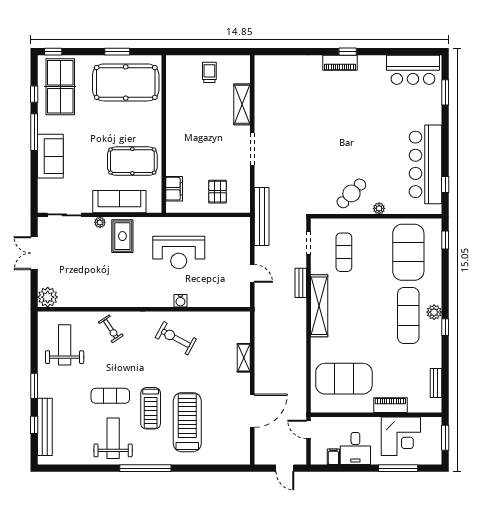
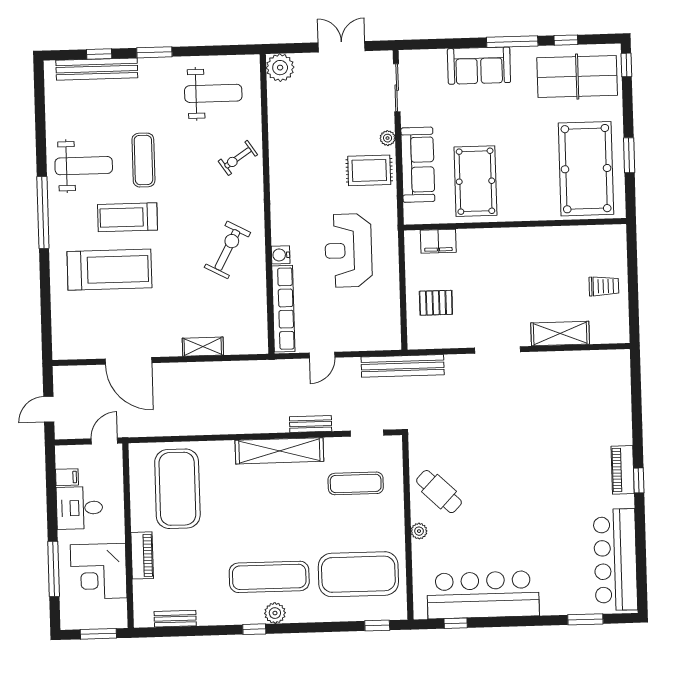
bar counter: (413, 70) -> (615, 560), width x1.36
row of seats: (219, 300) -> (283, 309), added

